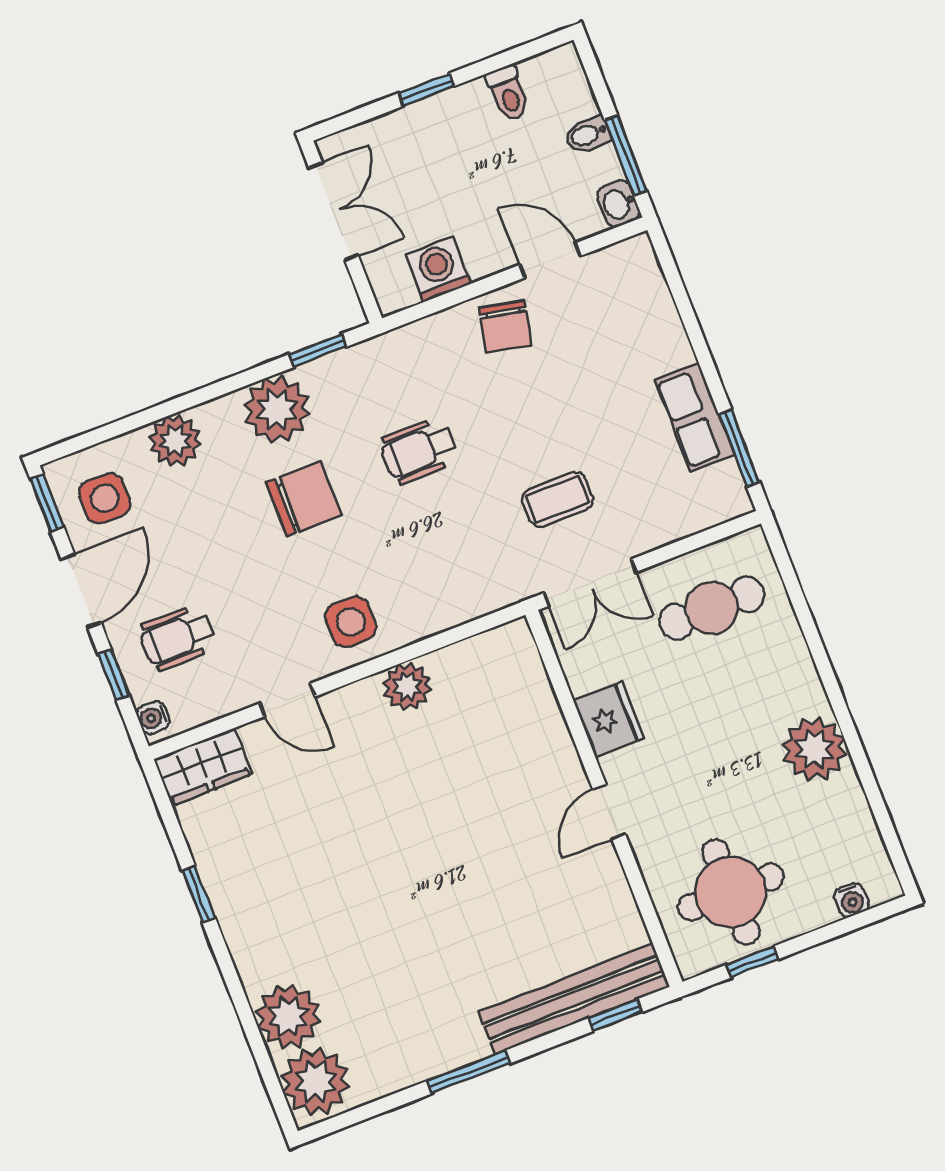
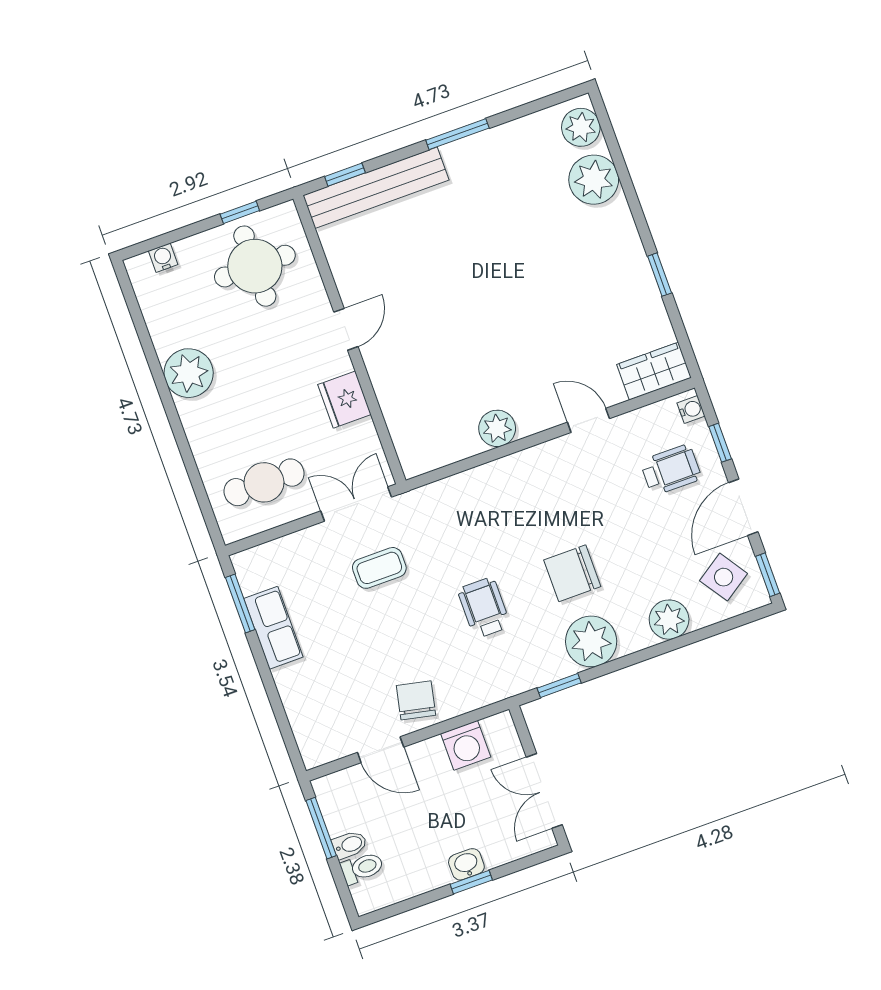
toilet: (508, 93) -> (362, 868), moved, turned 90
washbasin: (619, 204) -> (466, 864), moved, turned -90
wheelchair: (419, 450) -> (484, 608), turned -90
side table: (105, 498) -> (724, 577), turned -34
side table: (351, 622) -> (539, 479), removed
plant: (315, 1081) -> (581, 127), width x0.73, depth x0.73

